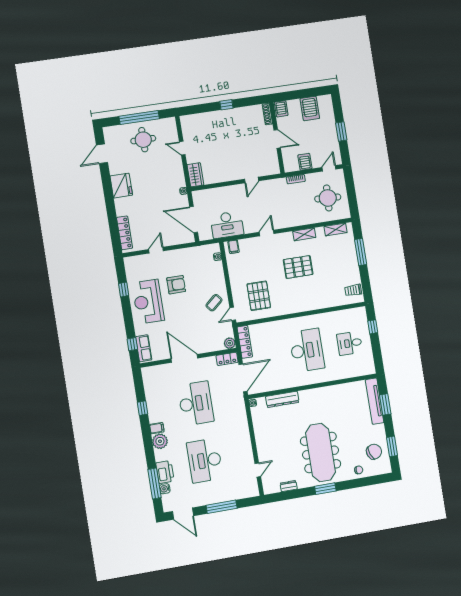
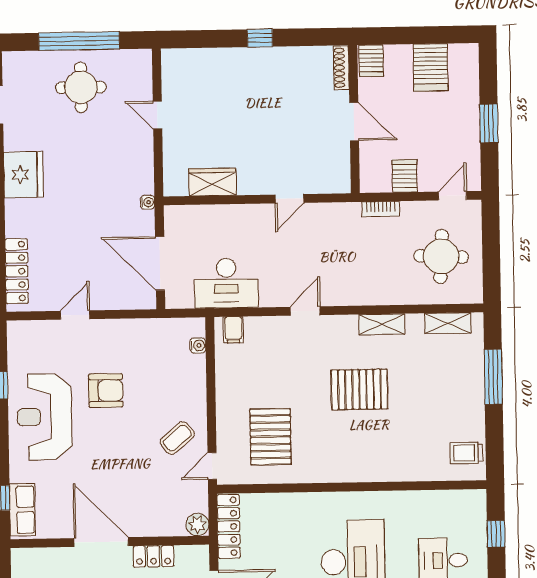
wardrobe: (195, 175) -> (212, 182), moved, turned -90
locker: (227, 359) -> (153, 556), moved

